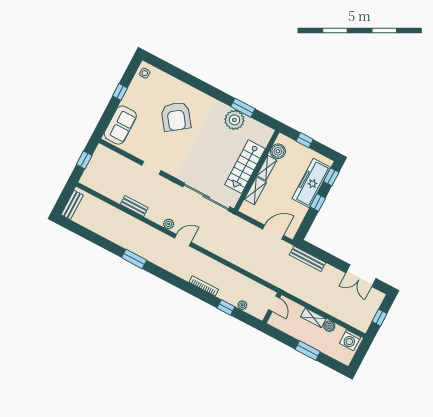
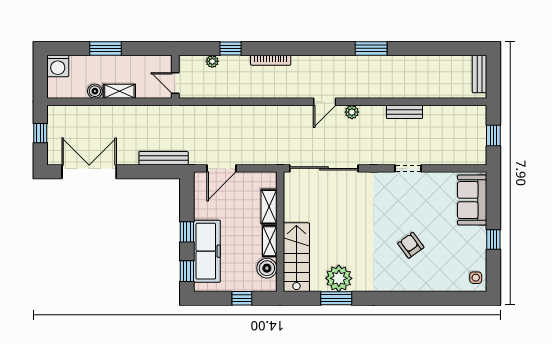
armchair: (176, 117) -> (411, 245), width x0.53, depth x0.53
stairs: (245, 167) -> (296, 257), moved
double door: (361, 276) -> (89, 172), width x1.37
washing machine: (350, 340) -> (58, 66), moved, turned 180

